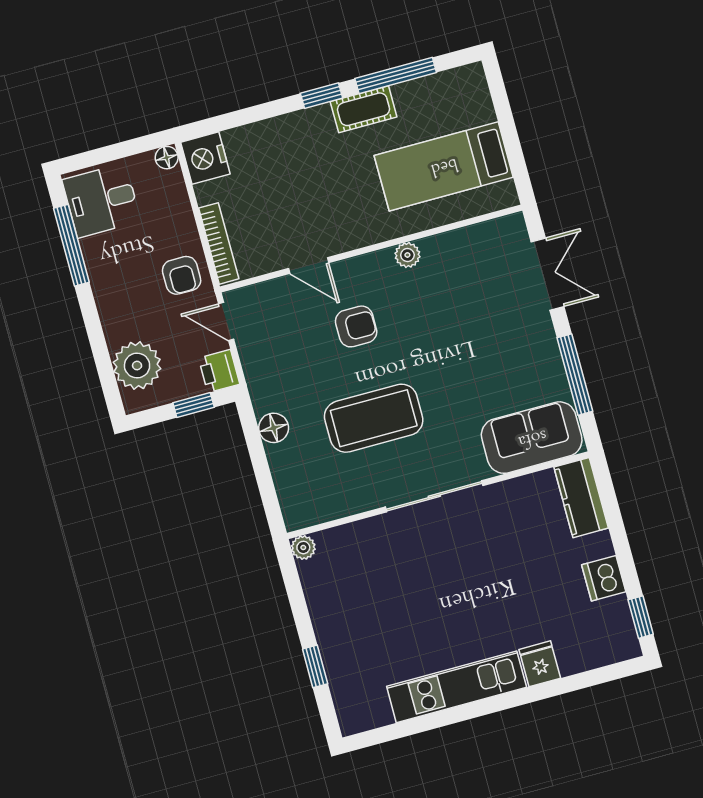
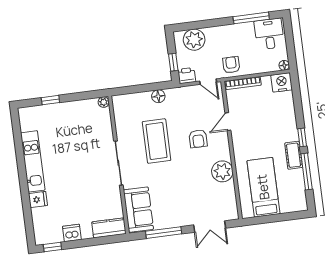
plant: (407, 255) -> (222, 171), width x1.88, depth x1.88
armchair: (182, 275) -> (231, 65), turned 90
door: (226, 322) -> (208, 82), swing flipped

